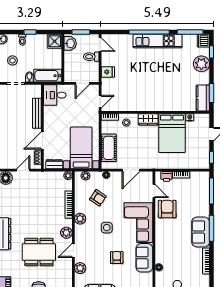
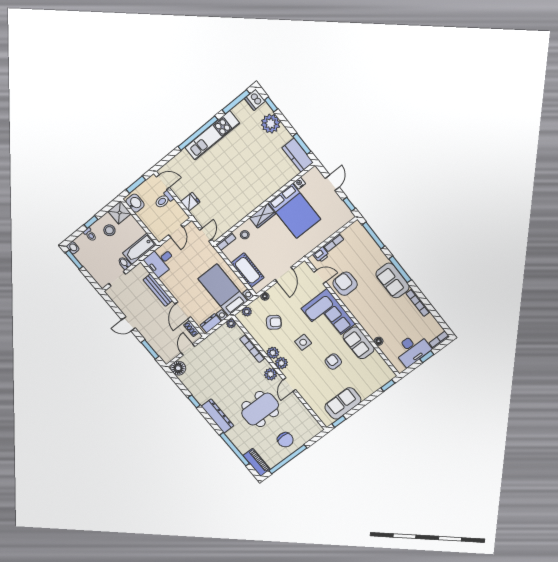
stool: (12, 60) -> (109, 230), moved
plant: (80, 268) -> (281, 363), moved

